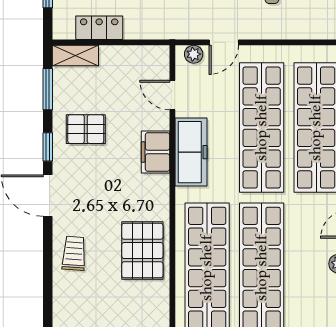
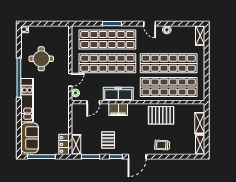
locker: (99, 28) -> (64, 144), moved
door: (224, 42) -> (70, 80), hinge flipped

